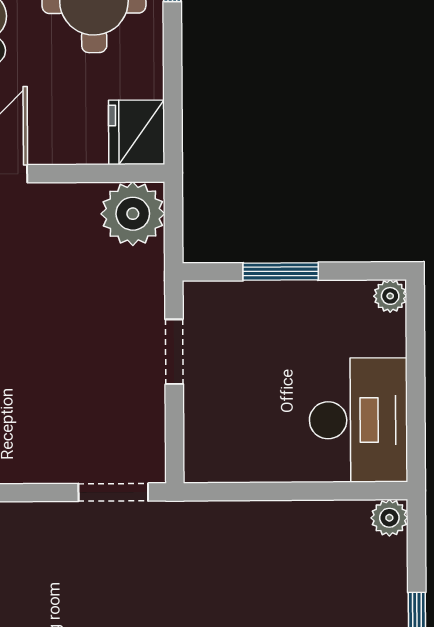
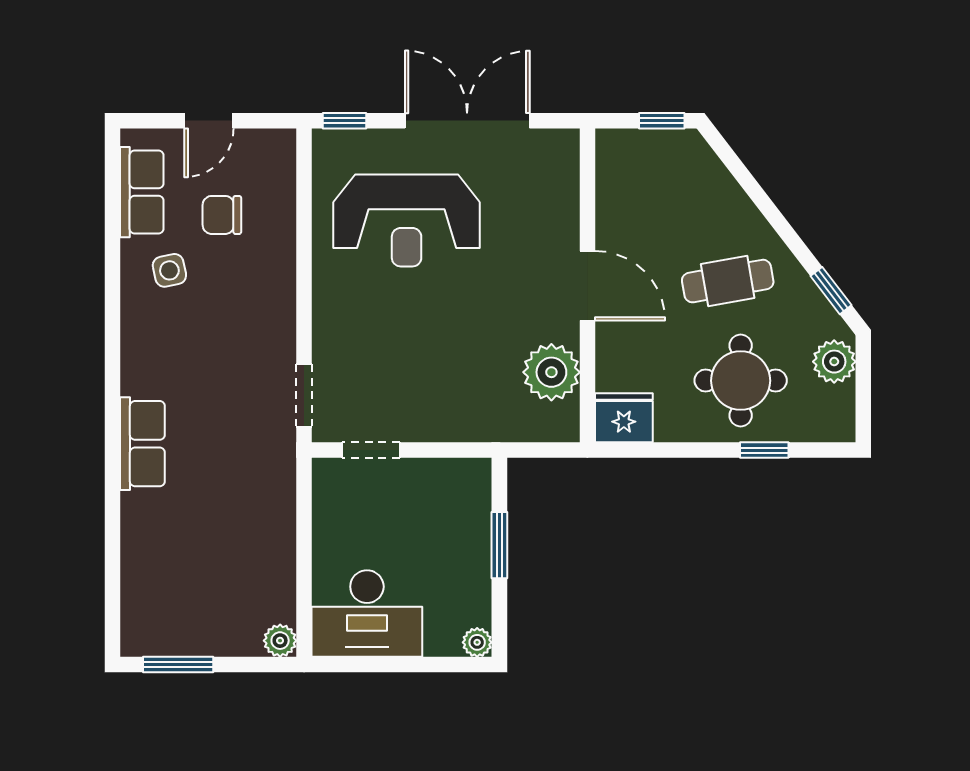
plant: (133, 214) -> (551, 372), moved
doorway: (174, 352) -> (371, 450), moved

